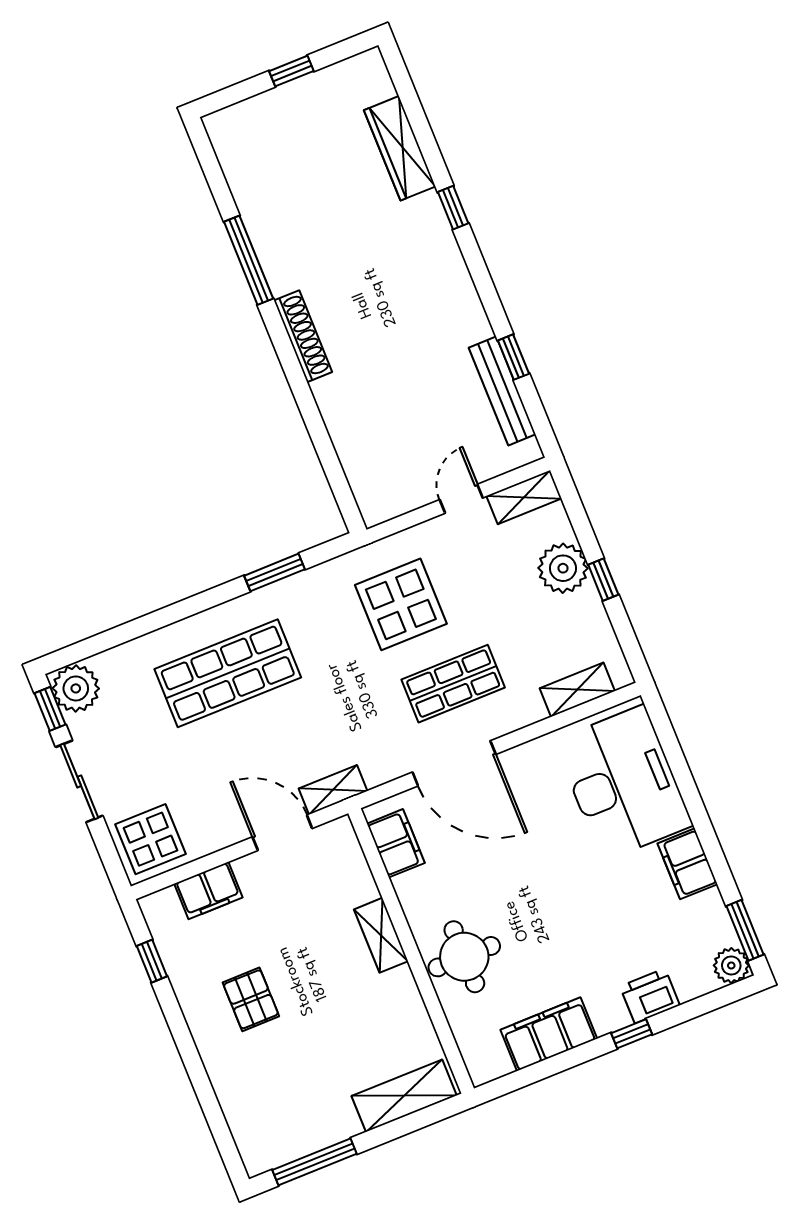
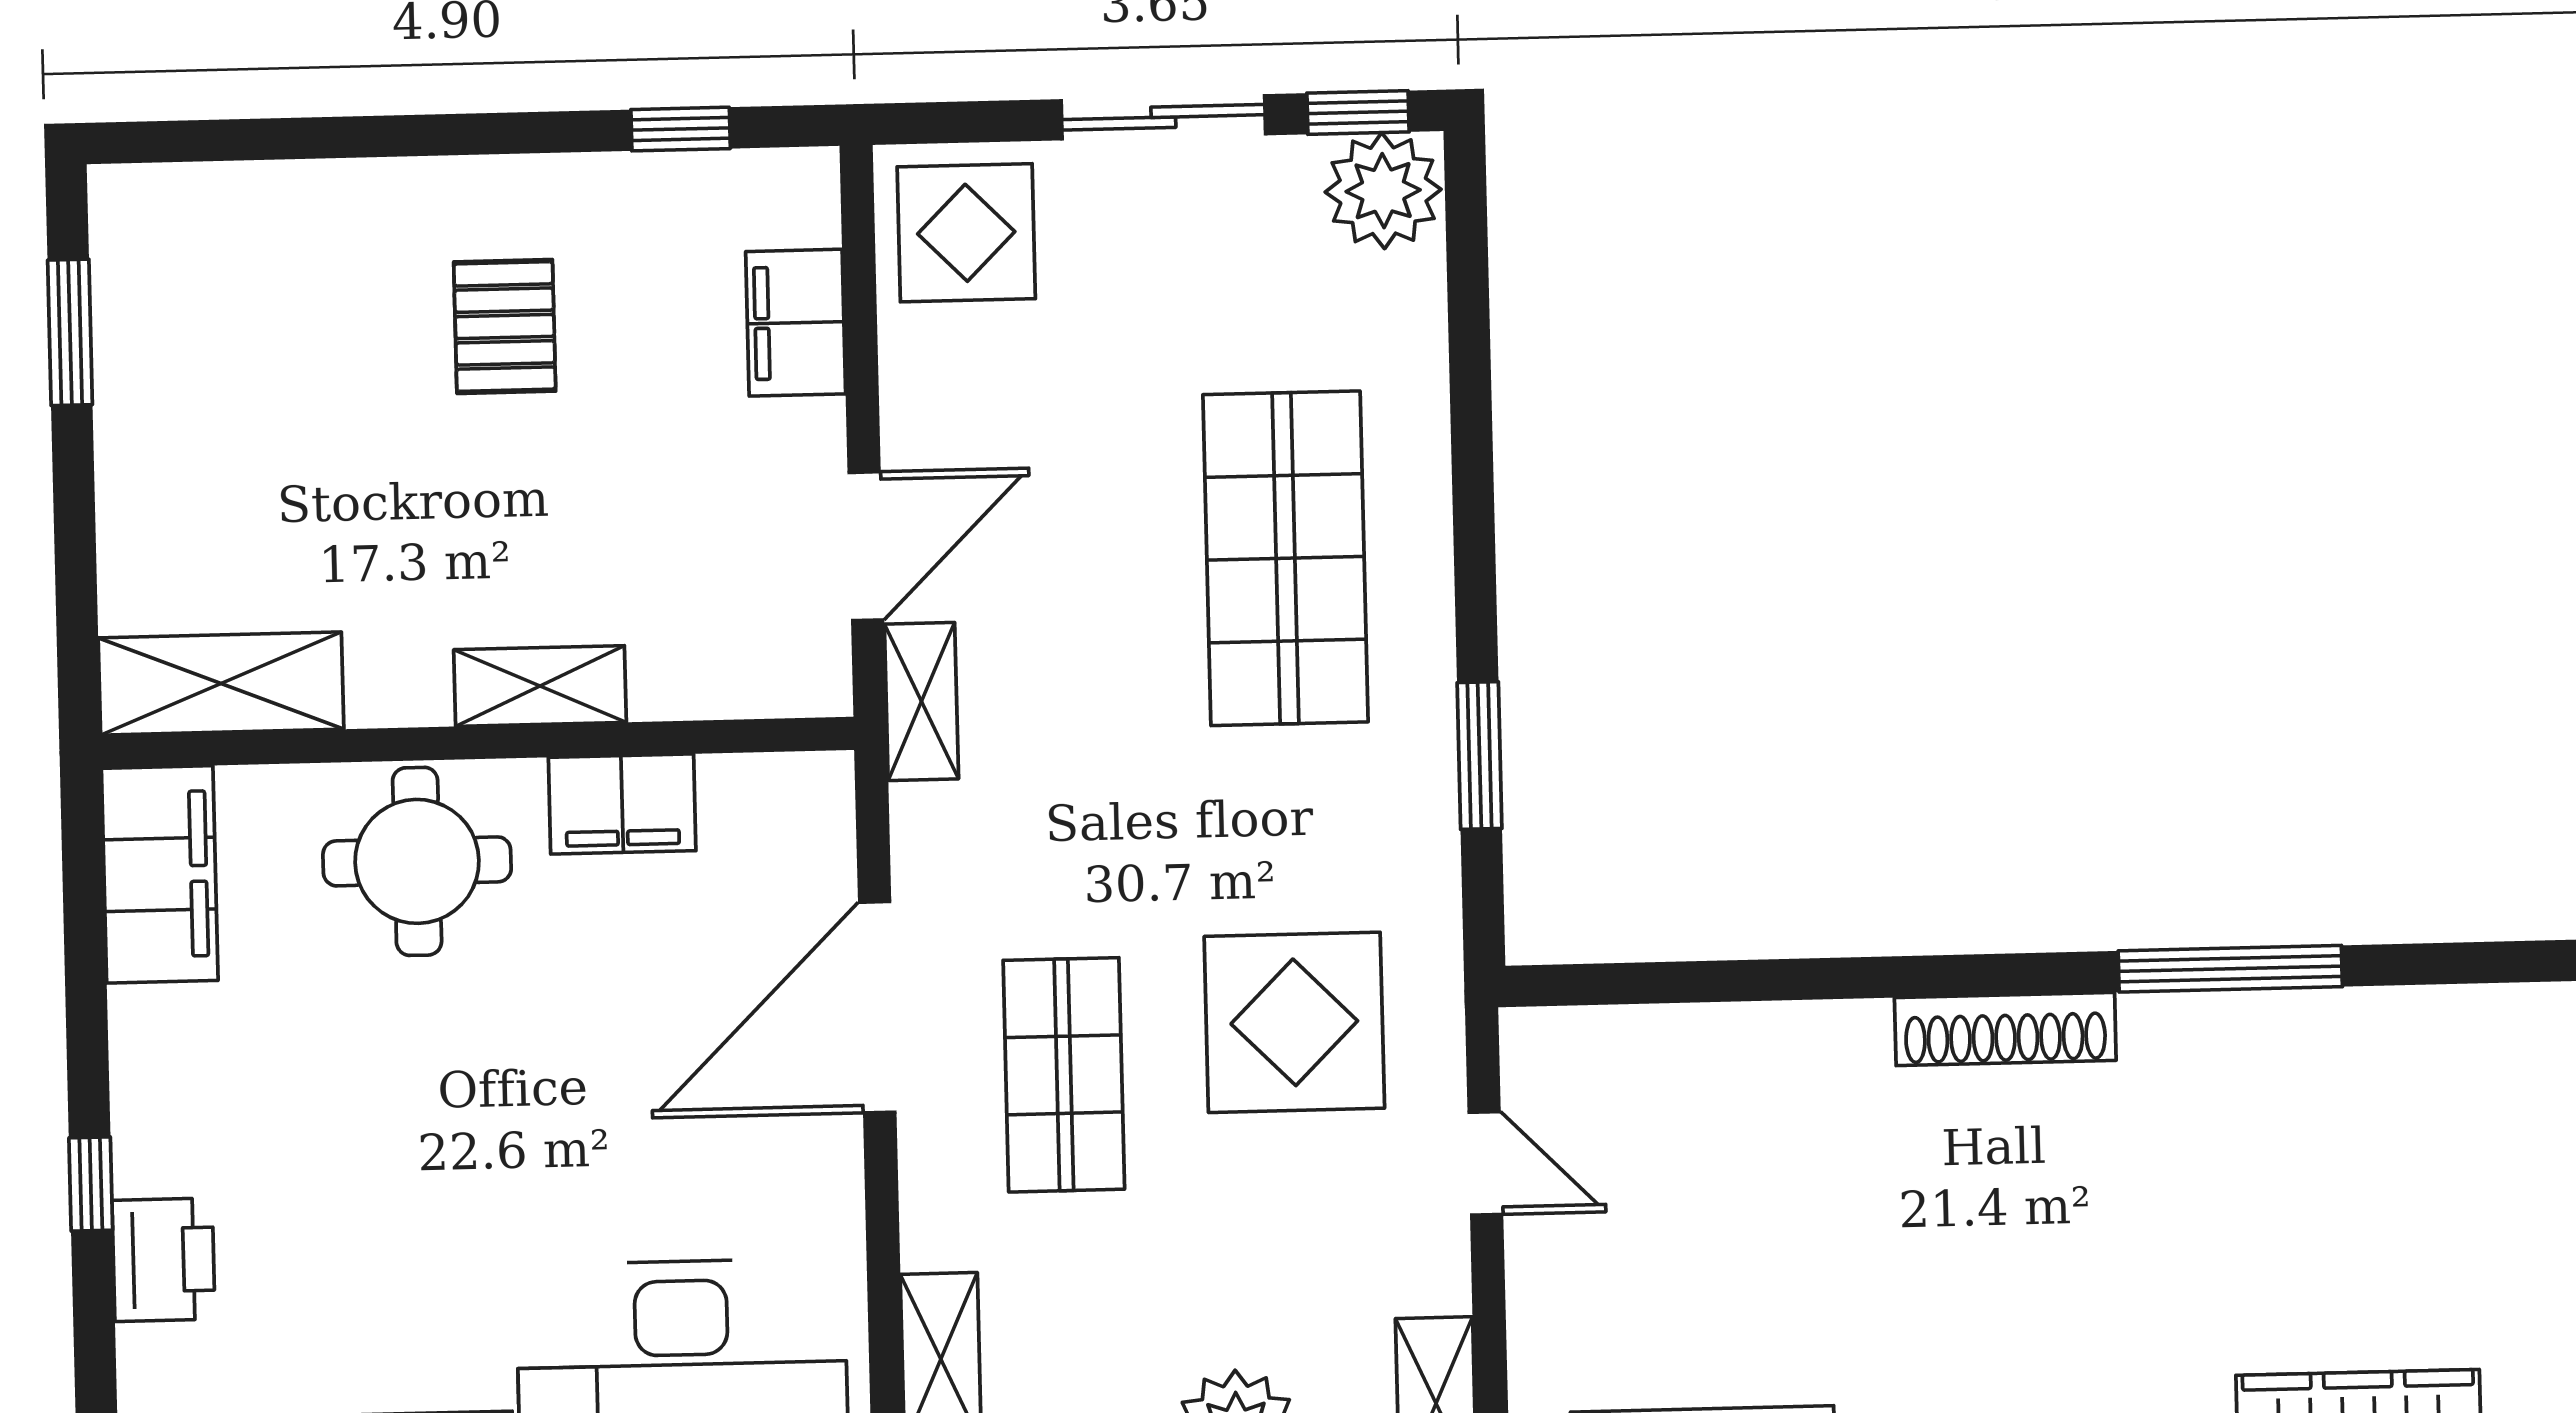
door: (461, 499) -> (1485, 1163), moved
filing cabinet: (396, 843) -> (622, 804), moved
pallet: (251, 999) -> (505, 326), turned 90
filing cabinet: (549, 1034) -> (160, 874), moved
shelving: (404, 1096) -> (221, 684), moved, turned 90
window: (315, 1162) -> (70, 332), width x0.69

